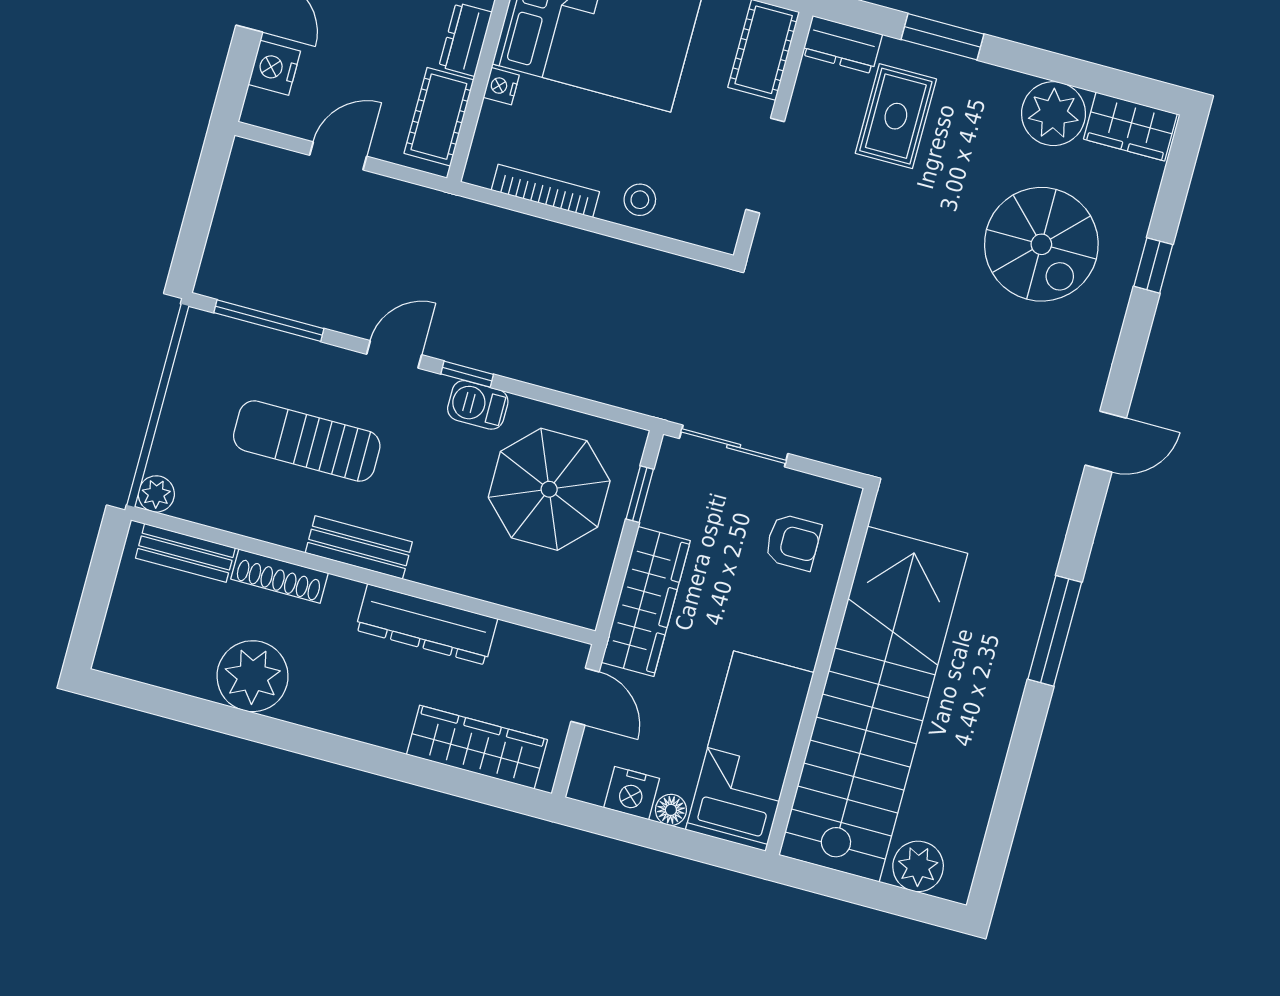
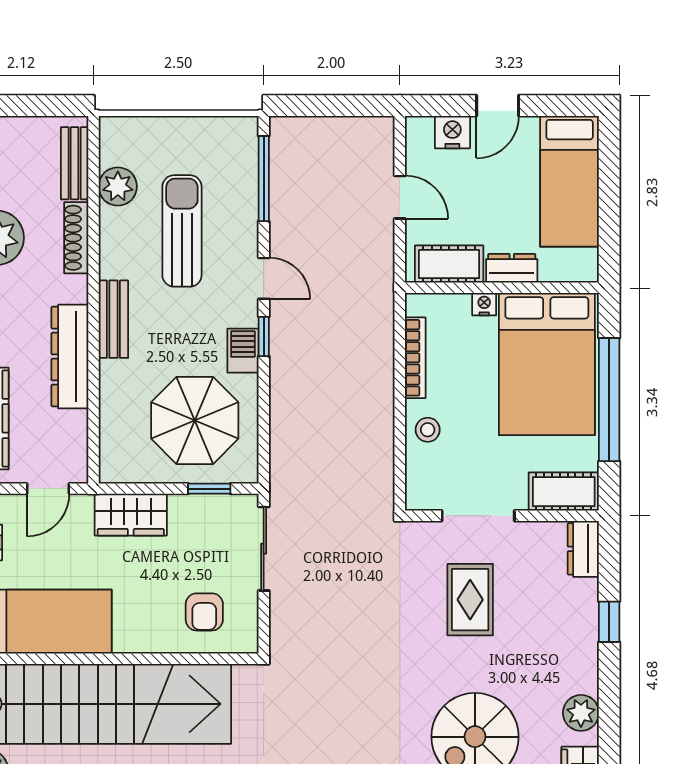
window: (942, 37) -> (609, 622), width x0.67
plant: (1053, 114) -> (581, 713), width x0.73, depth x0.73
rug: (896, 116) -> (470, 600), moved, turned 90
plant: (156, 494) -> (118, 186), moved, width x1.38, depth x1.38
bench: (359, 547) -> (113, 319), moved
wardrobe: (646, 602) -> (131, 515), width x0.67

